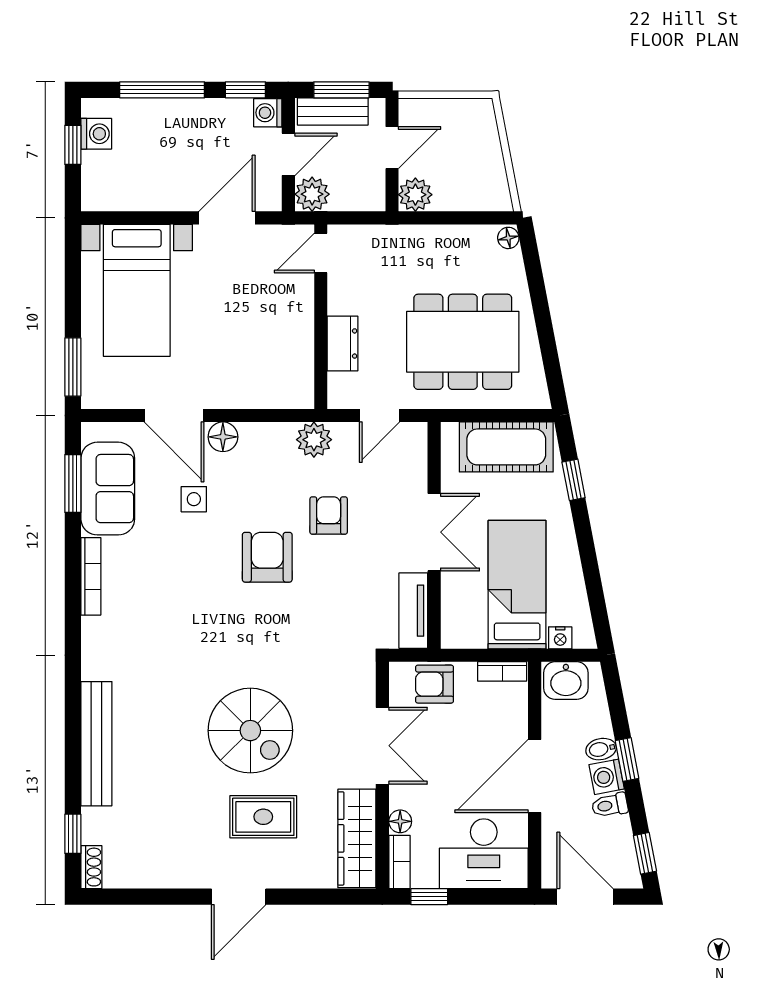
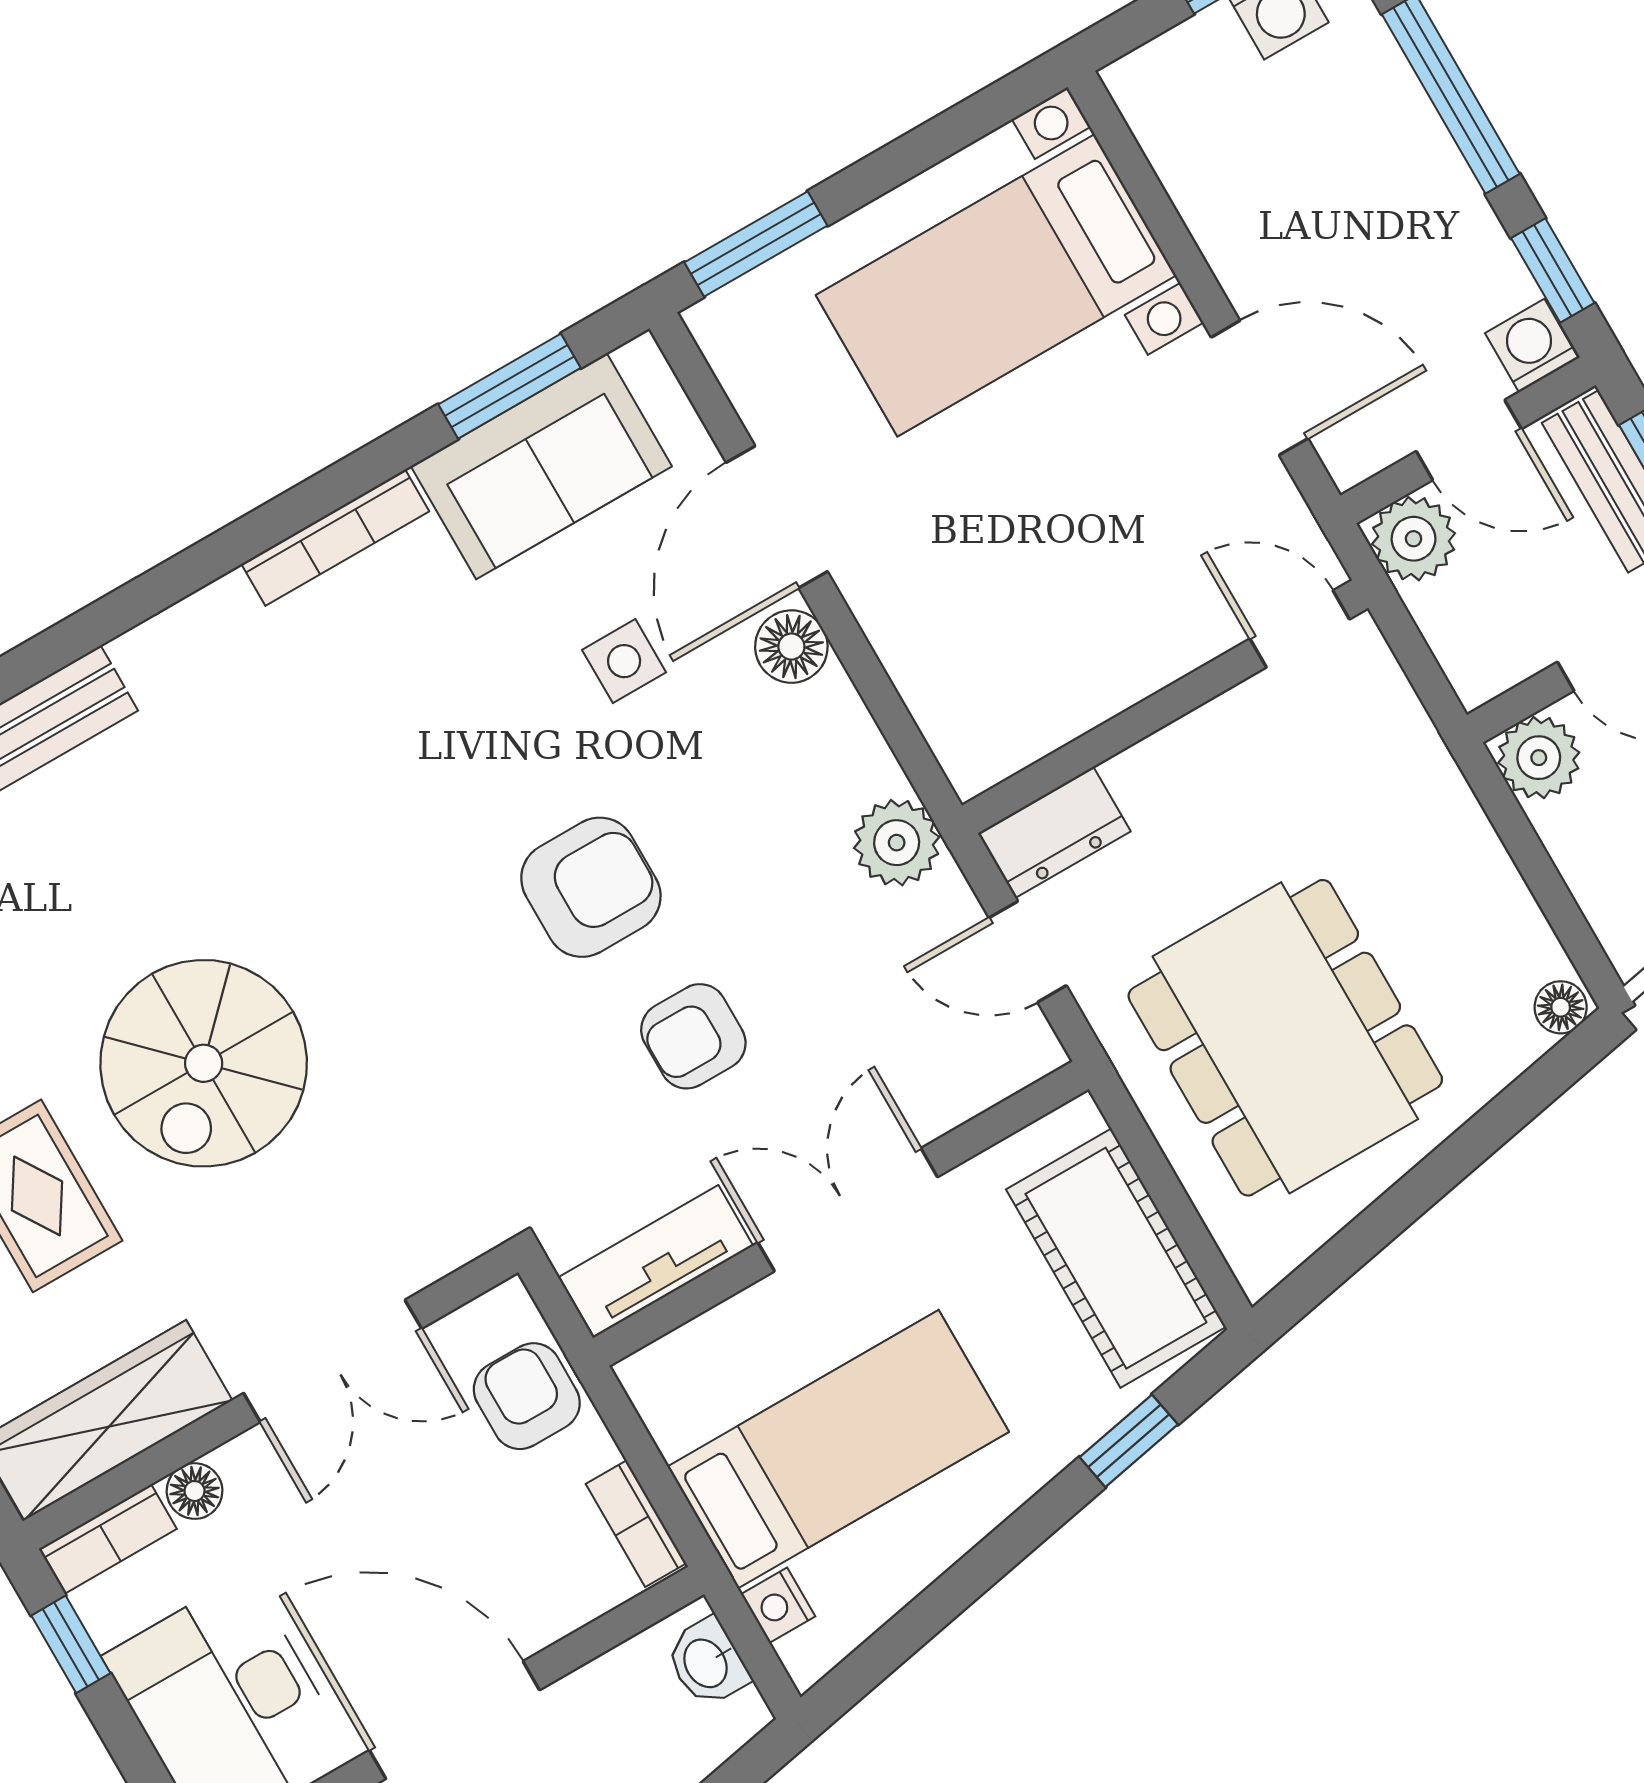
dresser: (343, 343) -> (1054, 832), moved
armchair: (329, 516) -> (693, 1036), moved, turned 180
double door: (434, 532) -> (848, 1210), swing flipped
washbasin: (566, 680) -> (707, 1662), width x0.72, depth x0.69

